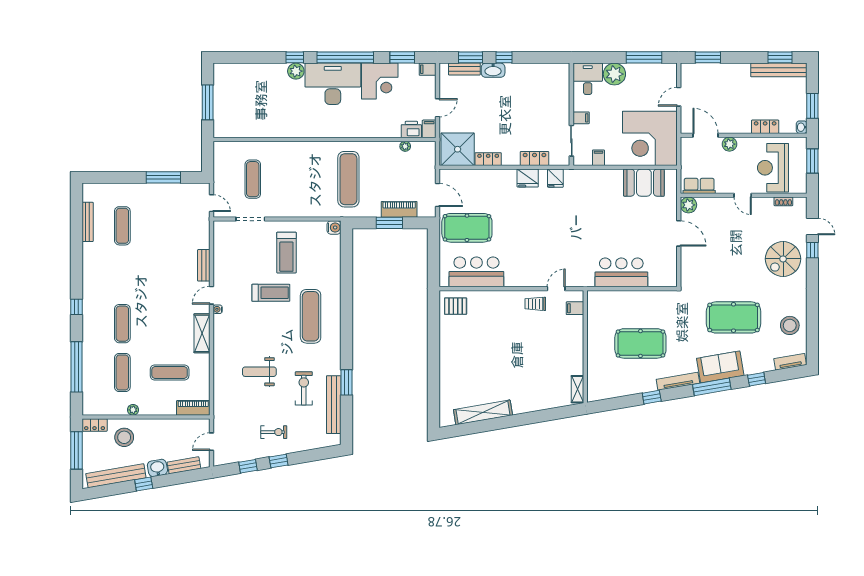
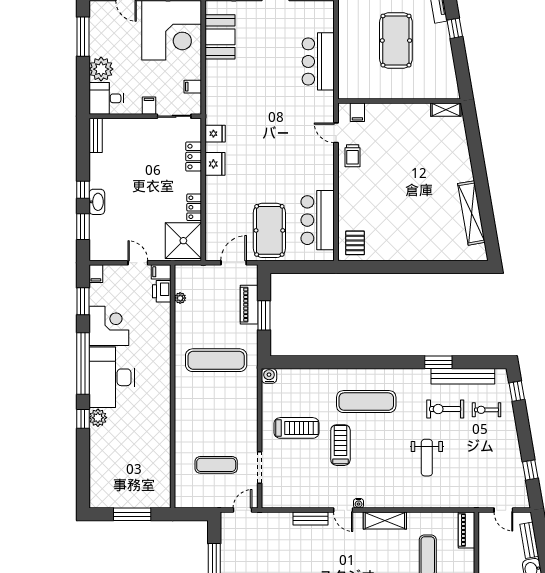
bench: (464, 69) -> (96, 135), moved
exercise bike: (274, 432) -> (486, 410), moved, turned -90
window: (279, 461) -> (517, 391), moved

